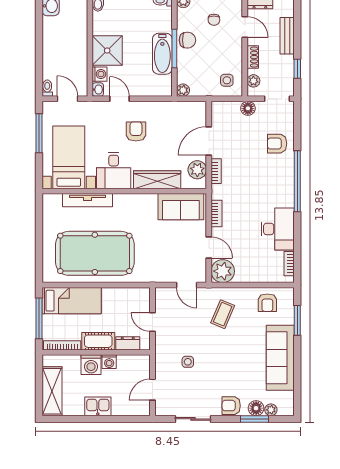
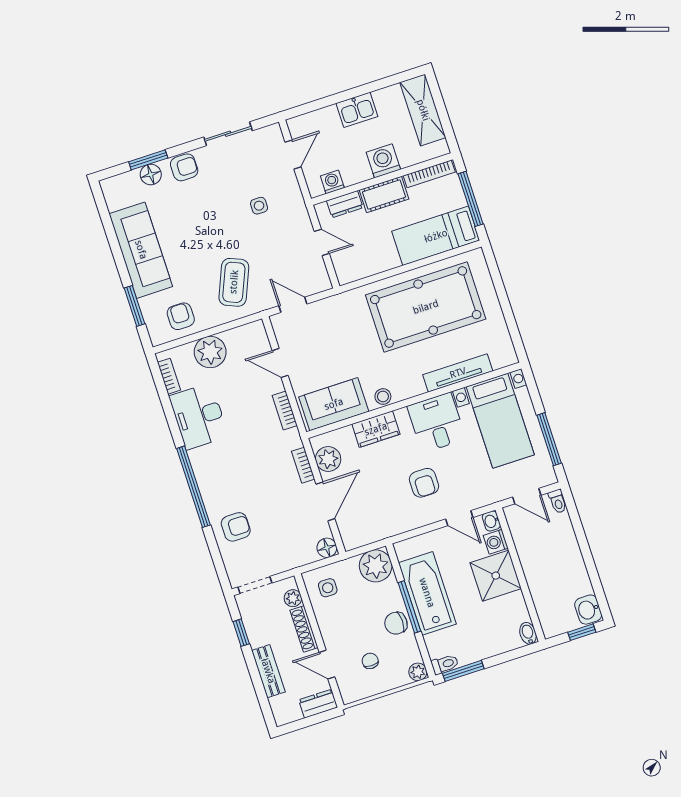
bathtub: (162, 54) -> (427, 593), width x1.36, depth x1.36
shoe rack: (253, 57) -> (304, 629), width x1.43
plant: (183, 90) -> (376, 566), width x1.88, depth x1.88
floor lamp: (248, 108) -> (327, 548), moved
wardrobe: (157, 180) -> (376, 429), width x0.67
stool: (145, 201) -> (383, 397), added
plant: (223, 271) -> (210, 352), moved
coffee table: (223, 314) -> (234, 282), width x1.36, depth x1.30
washing machine: (109, 362) -> (332, 182), moved
plant: (271, 410) -> (131, 179), removed

